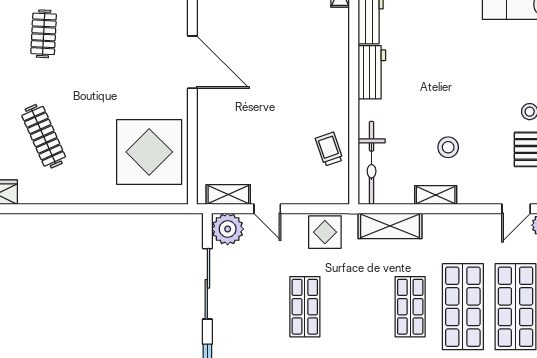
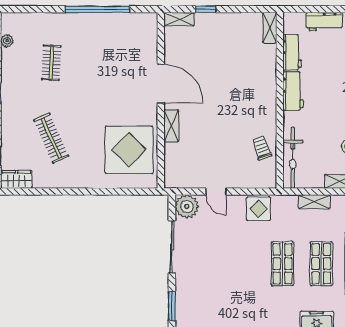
shelving: (228, 194) -> (171, 126), moved, turned 90
shelving: (390, 226) -> (314, 202), width x0.67, depth x0.75
shop shelf: (305, 307) -> (282, 264), moved

